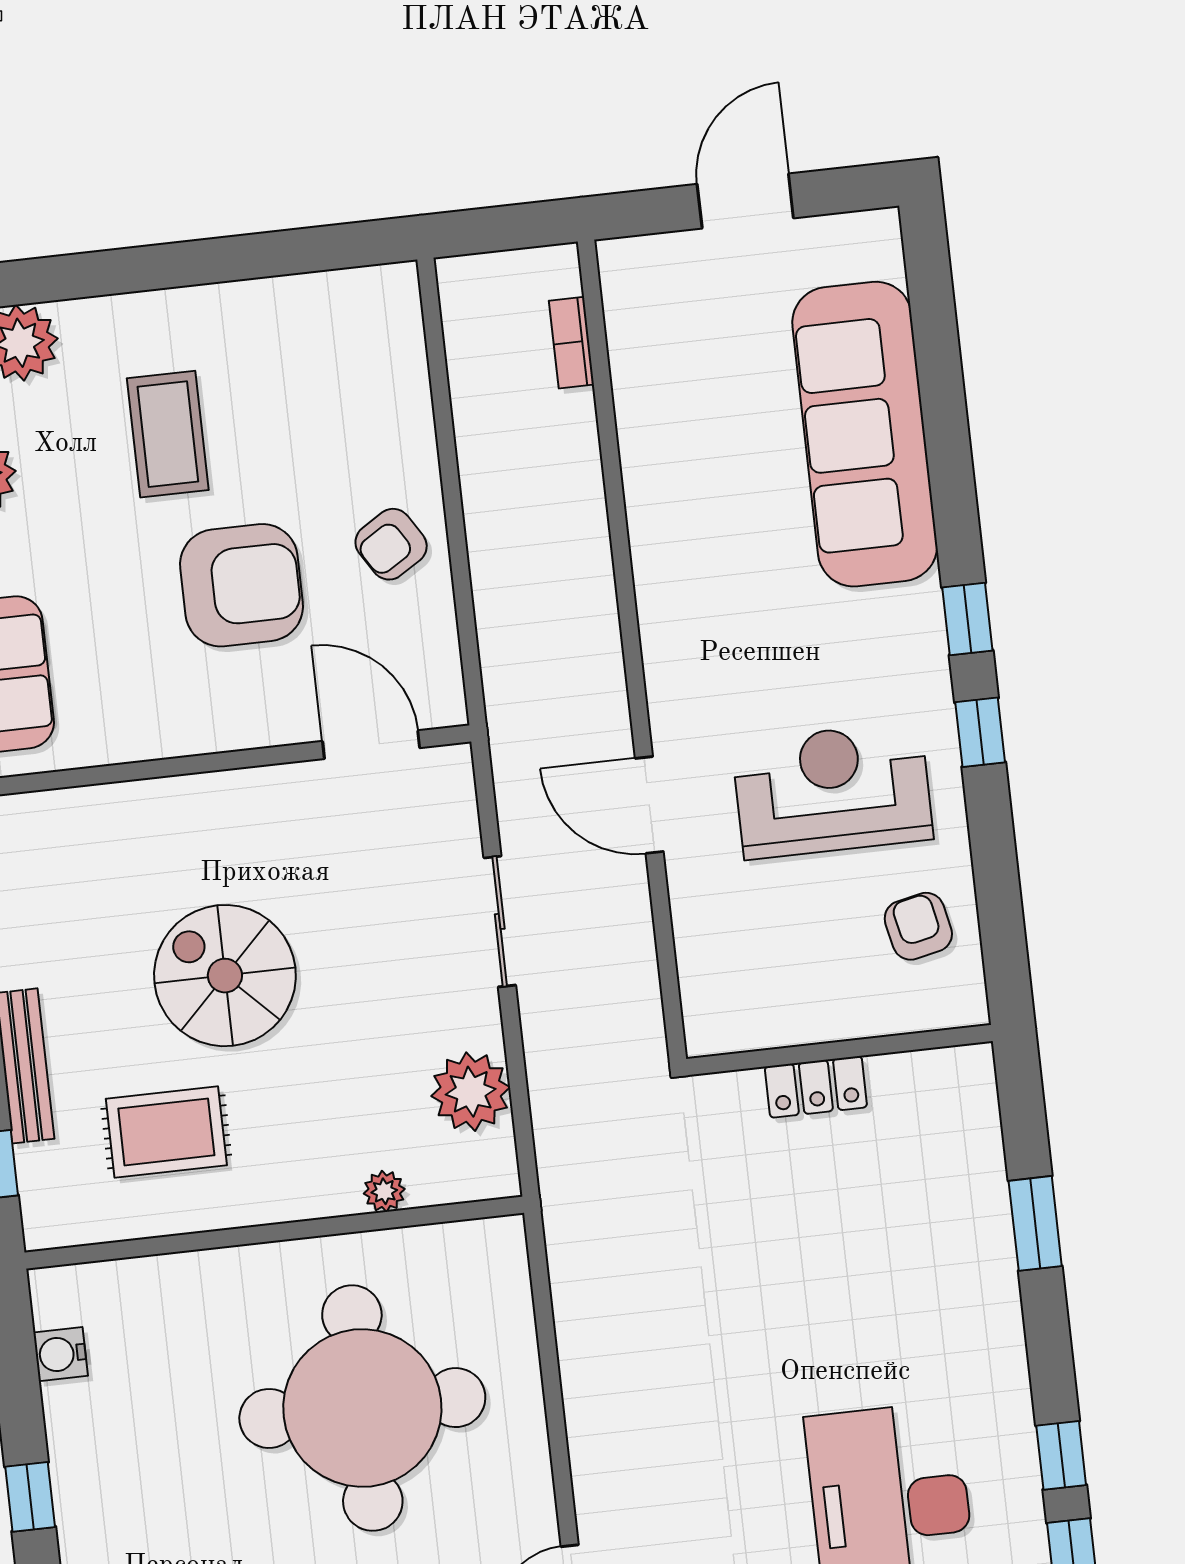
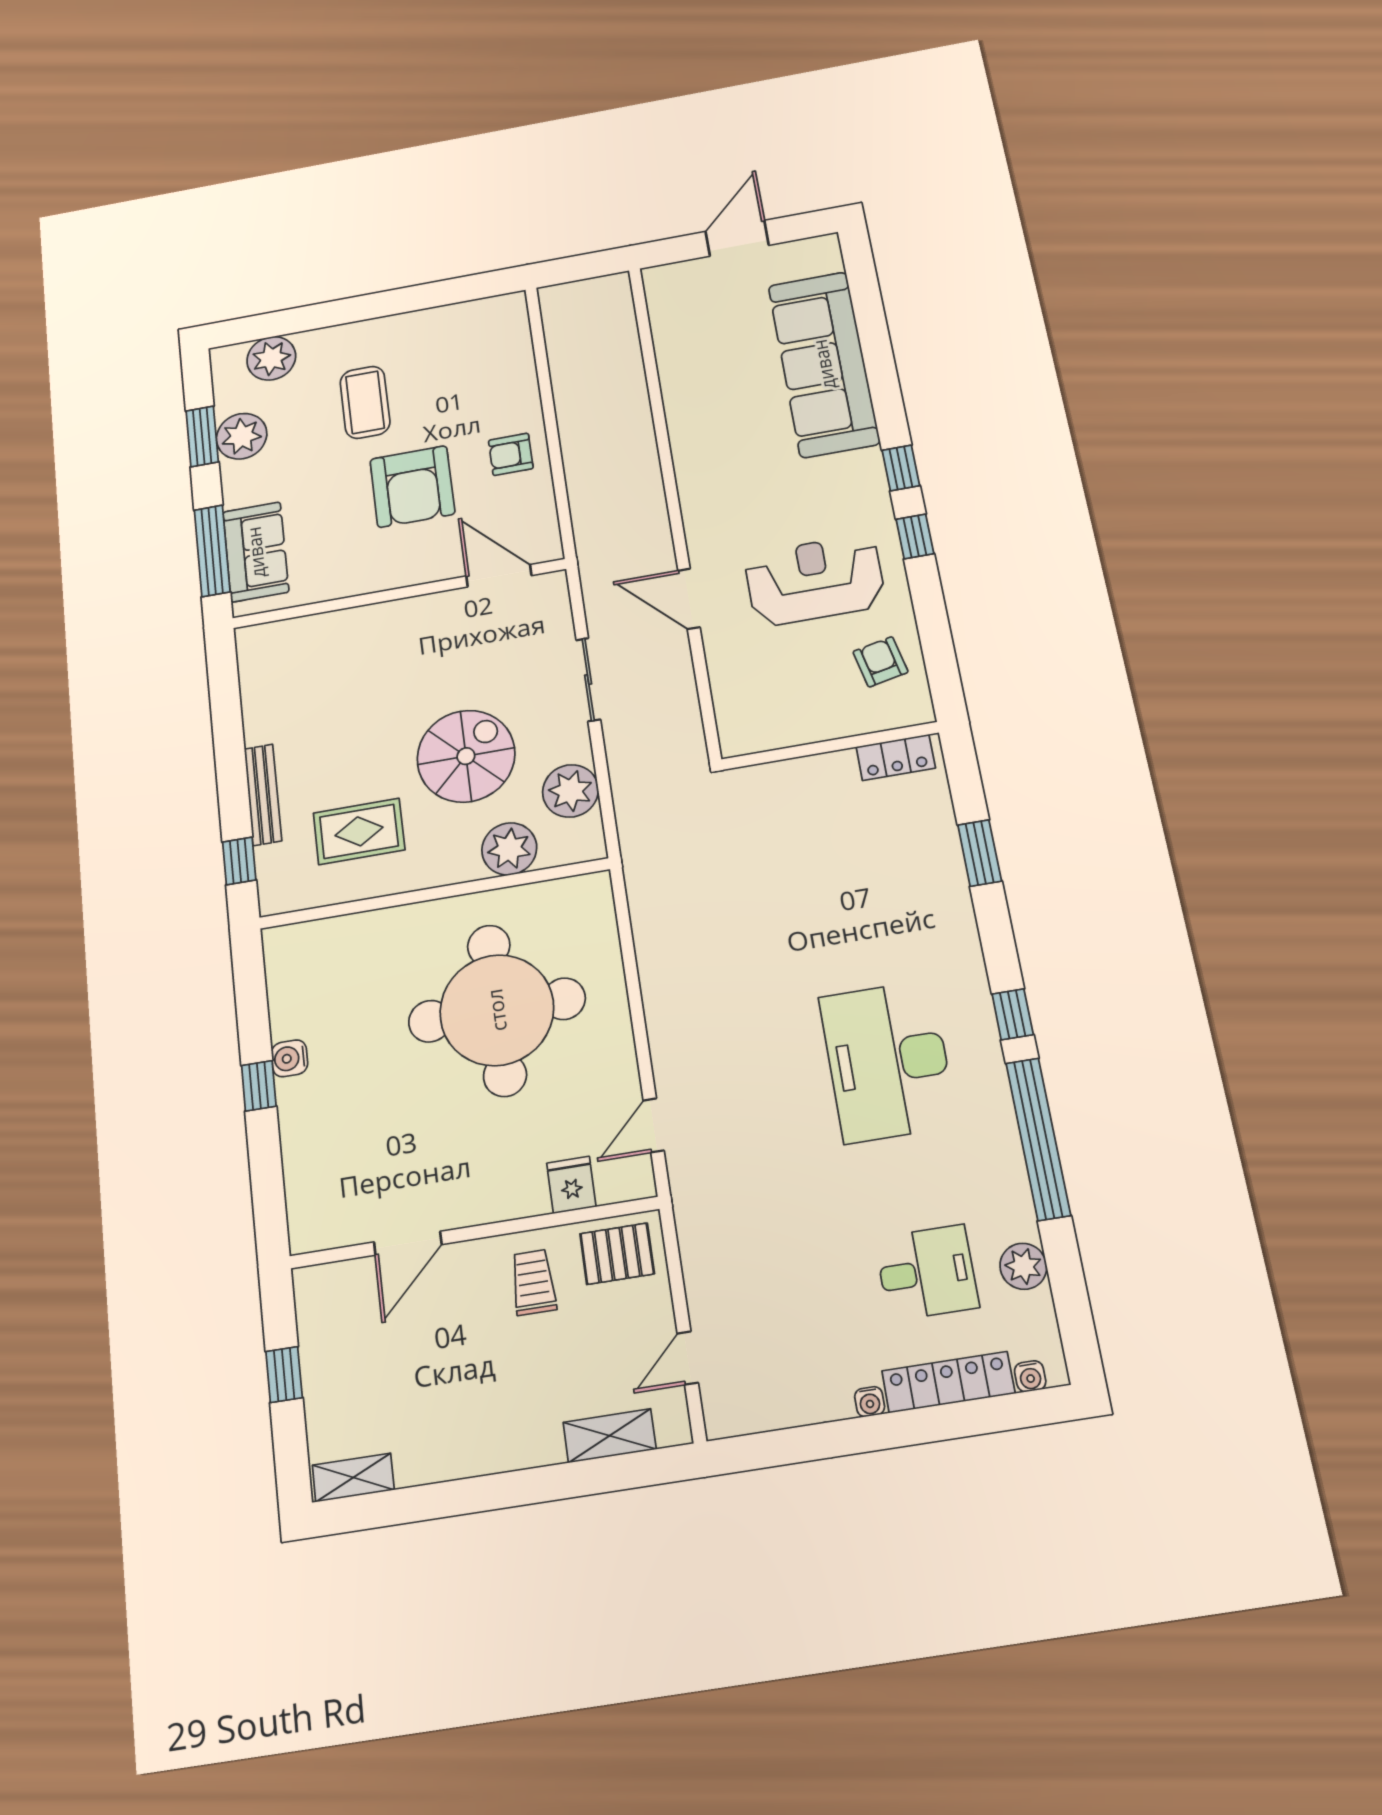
bookcase: (572, 343) -> (627, 328), removed
armchair: (391, 544) -> (511, 454), turned 32
armchair: (242, 585) -> (412, 487), turned 90
spiral stairs: (225, 976) -> (466, 756), moved, turned 90
locker: (816, 1087) -> (896, 758), moved
plant: (384, 1191) -> (509, 849), width x1.88, depth x1.88
water cooler: (61, 1354) -> (290, 1058), moved

